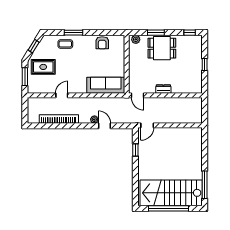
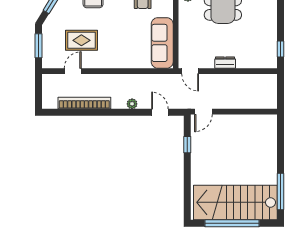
window: (205, 65) -> (281, 49), moved
rug: (43, 67) -> (81, 40), moved
sofa: (106, 85) -> (162, 43), moved, turned -90
door: (62, 95) -> (73, 71), moved
door: (104, 126) -> (160, 112), moved

